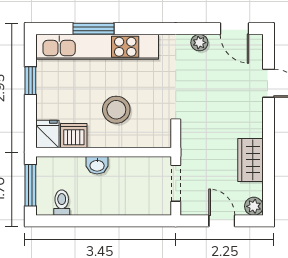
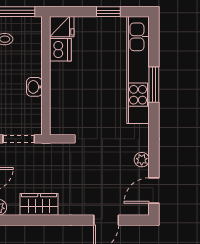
window: (93, 29) -> (154, 85), moved
stool: (116, 110) -> (83, 87), removed
washbasin: (97, 165) -> (34, 87), moved

